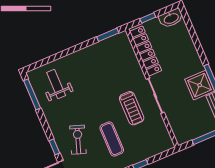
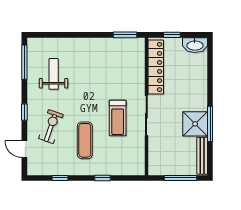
weight bench: (56, 84) -> (54, 74), moved
window: (54, 147) -> (24, 112), moved

